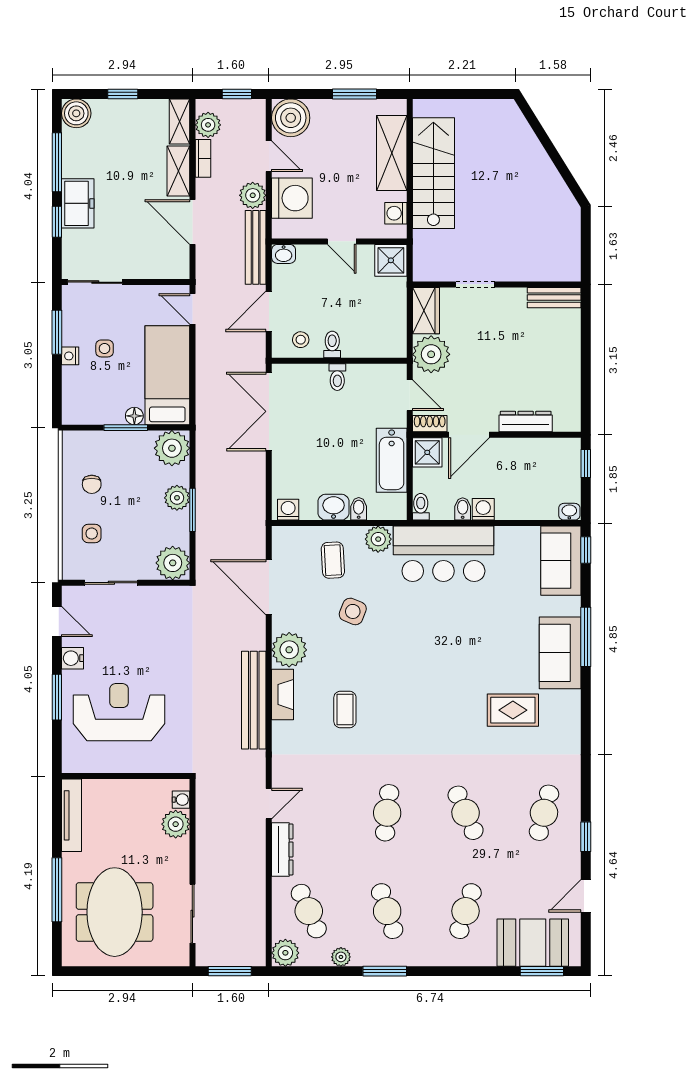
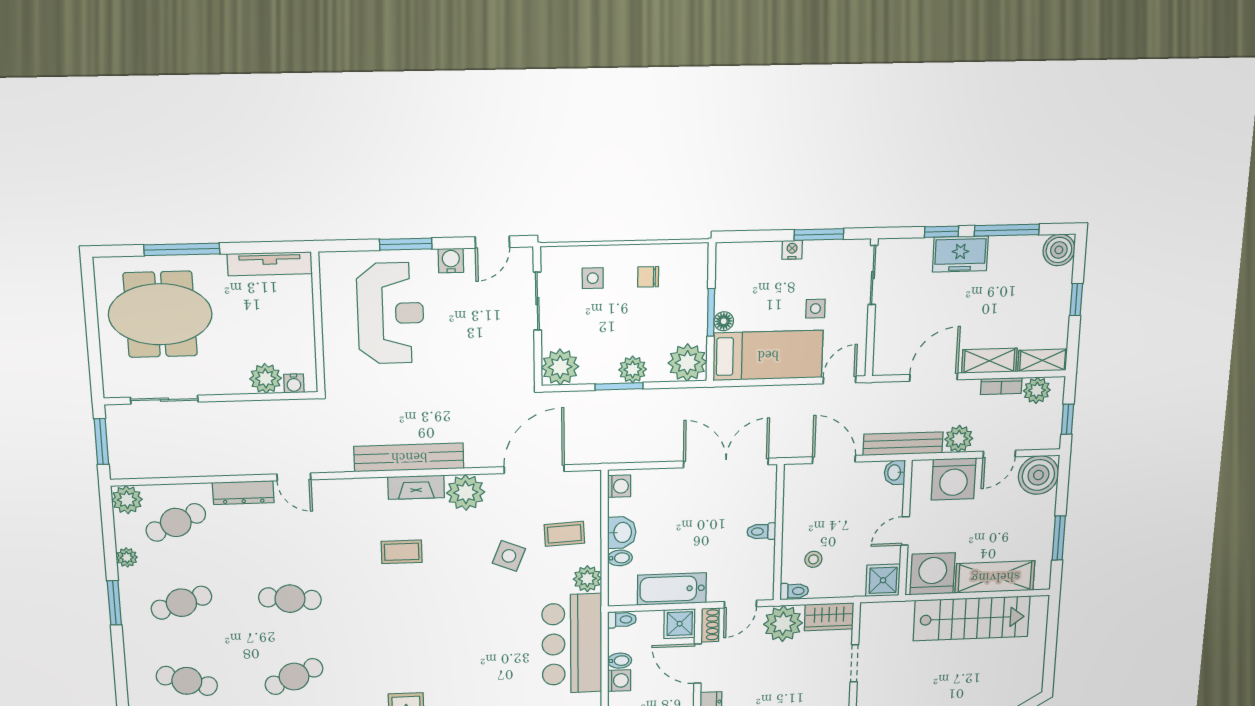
washing machine: (396, 213) -> (933, 574), width x1.89, depth x1.89
stool: (301, 340) -> (813, 559), moved
toilet: (332, 344) -> (794, 591), moved
side table: (105, 348) -> (815, 309), moved

